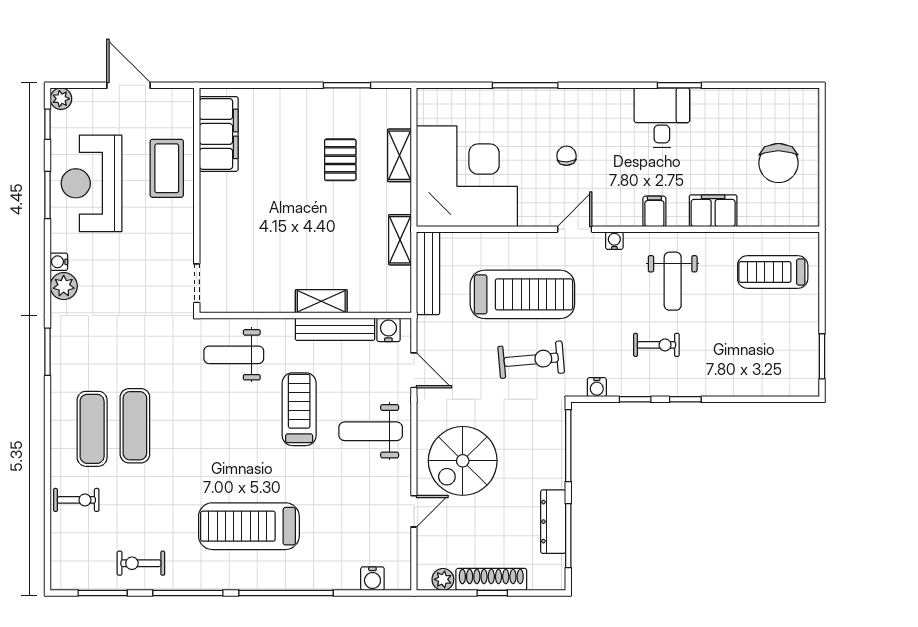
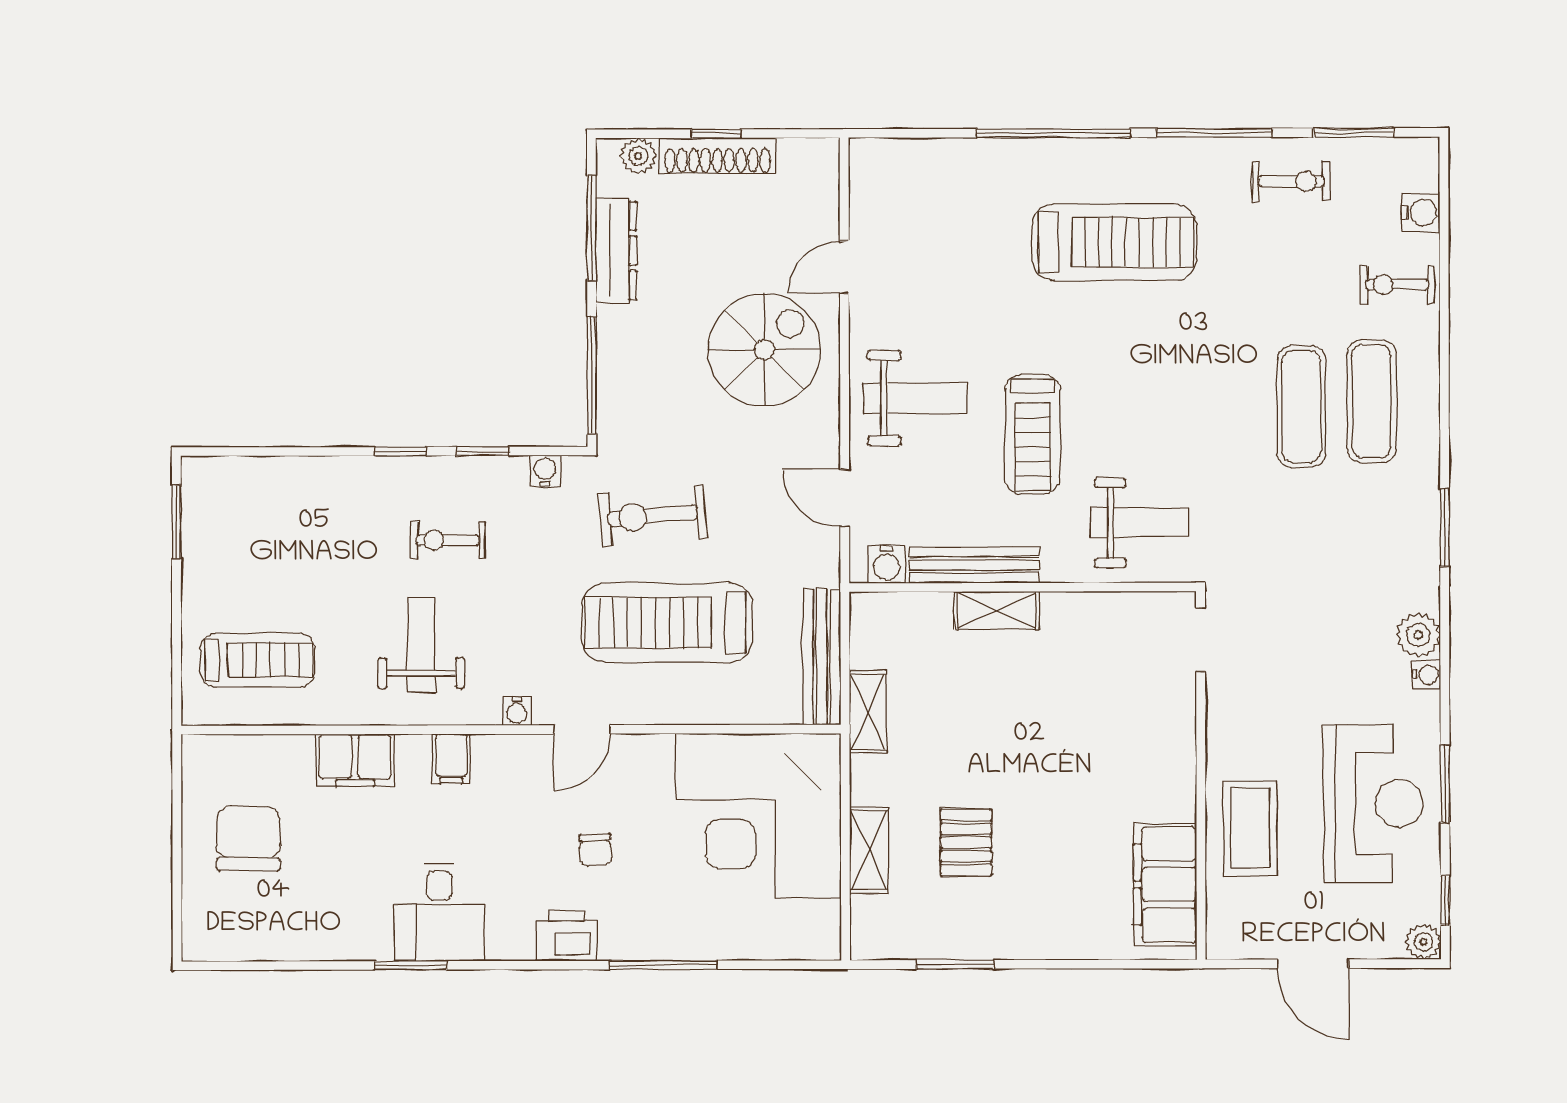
printer: (584, 103) -> (567, 936), added
water cooler: (372, 579) -> (1421, 213), moved, turned 90
plant: (443, 579) -> (638, 156), moved

